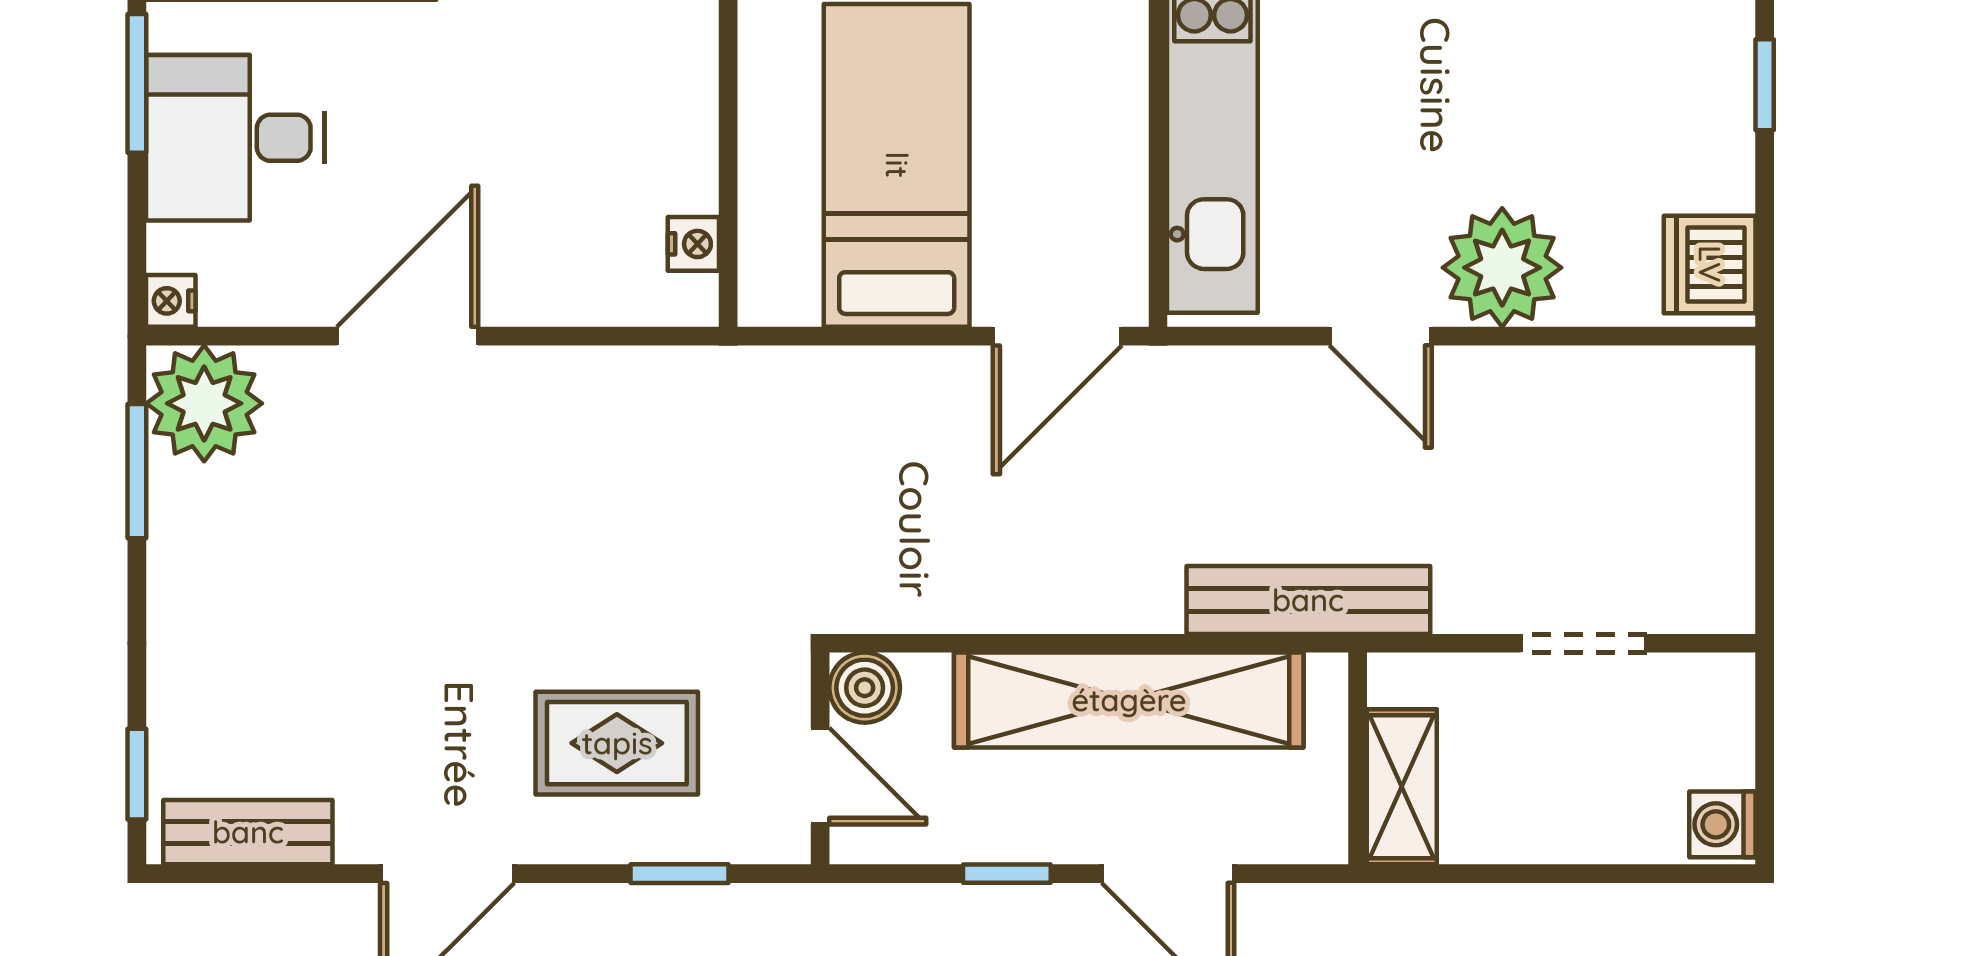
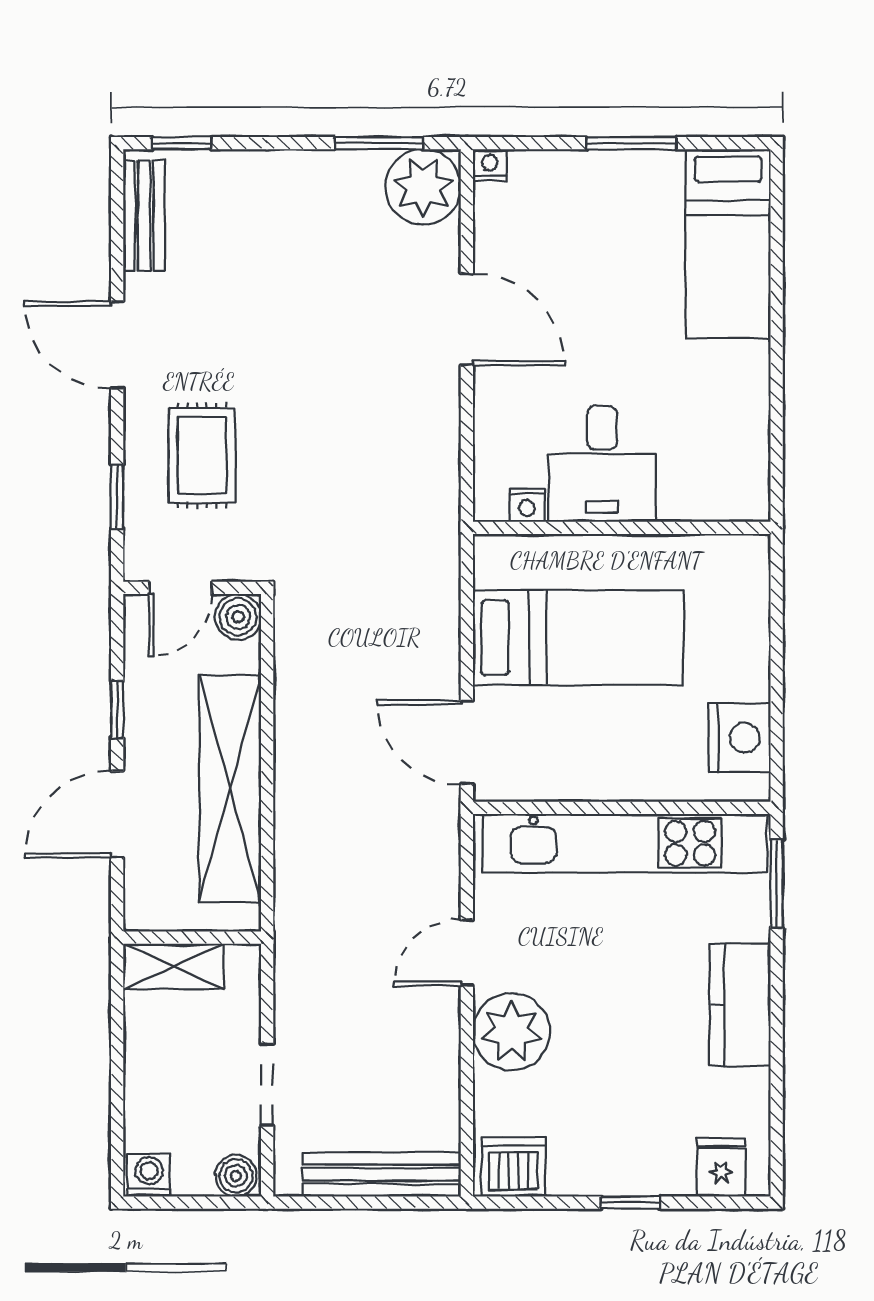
desk: (235, 138) -> (602, 464), moved, turned 180
bench: (1308, 600) -> (382, 1174), moved, turned 90
boiler: (1723, 691) -> (236, 1176), added

